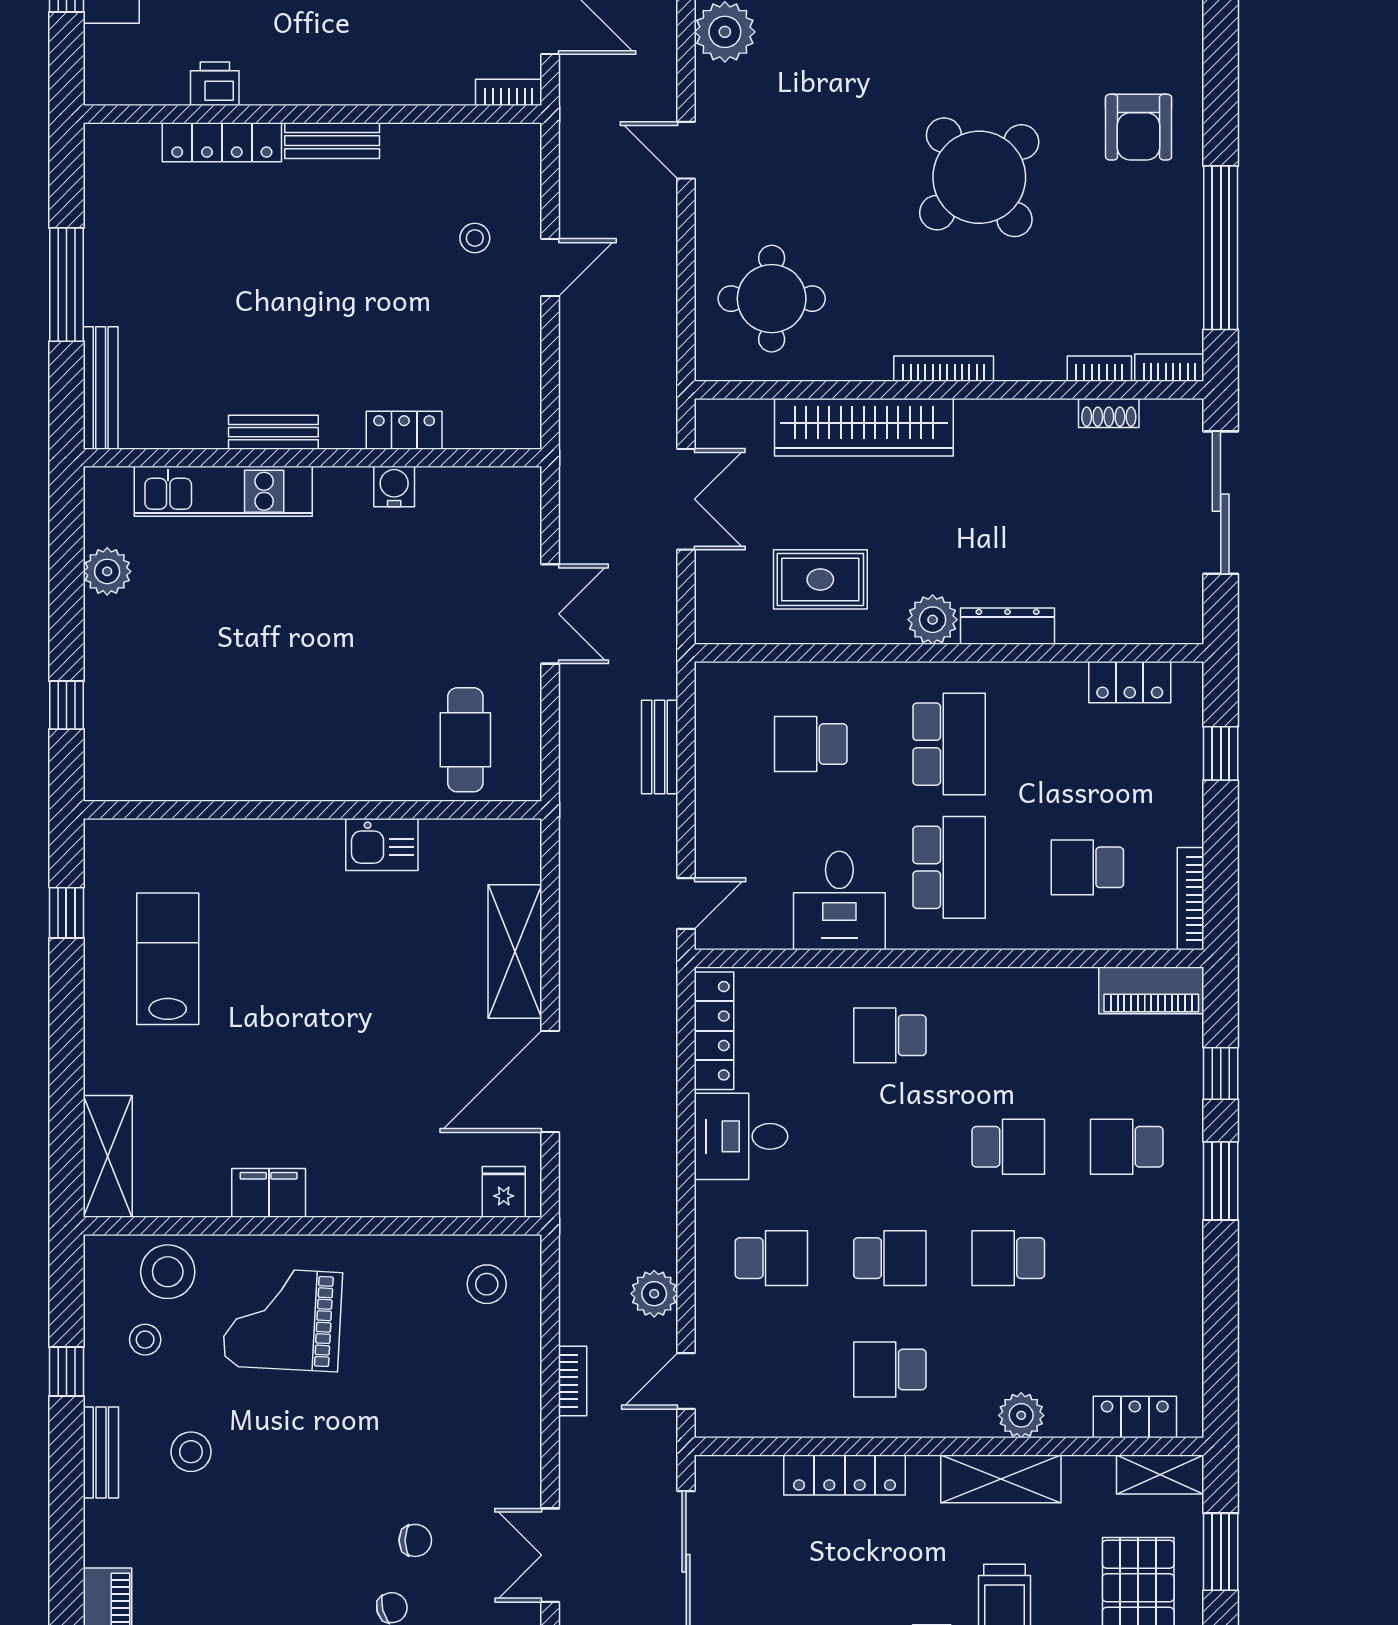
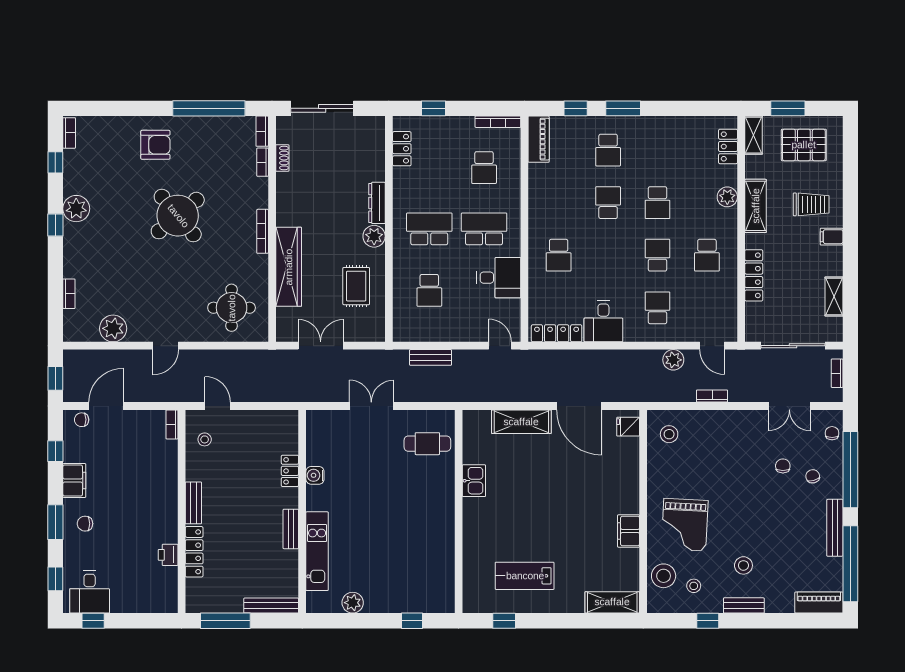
printer: (215, 84) -> (168, 555), moved
bookcase: (509, 92) -> (172, 424), moved
wall: (313, 114) -> (182, 511), moved
bench: (332, 141) -> (193, 503), moved
locker: (222, 142) -> (194, 552), moved

